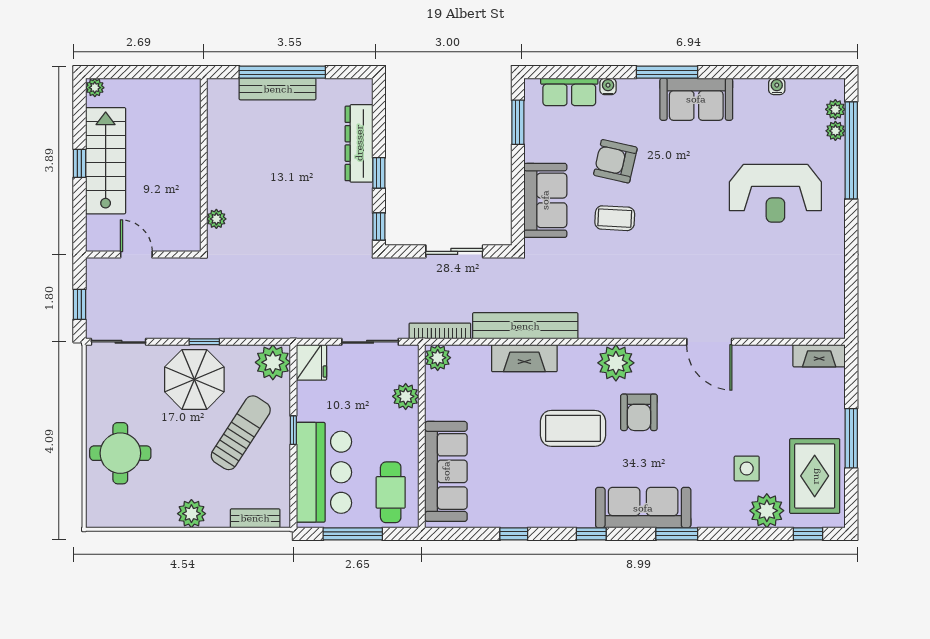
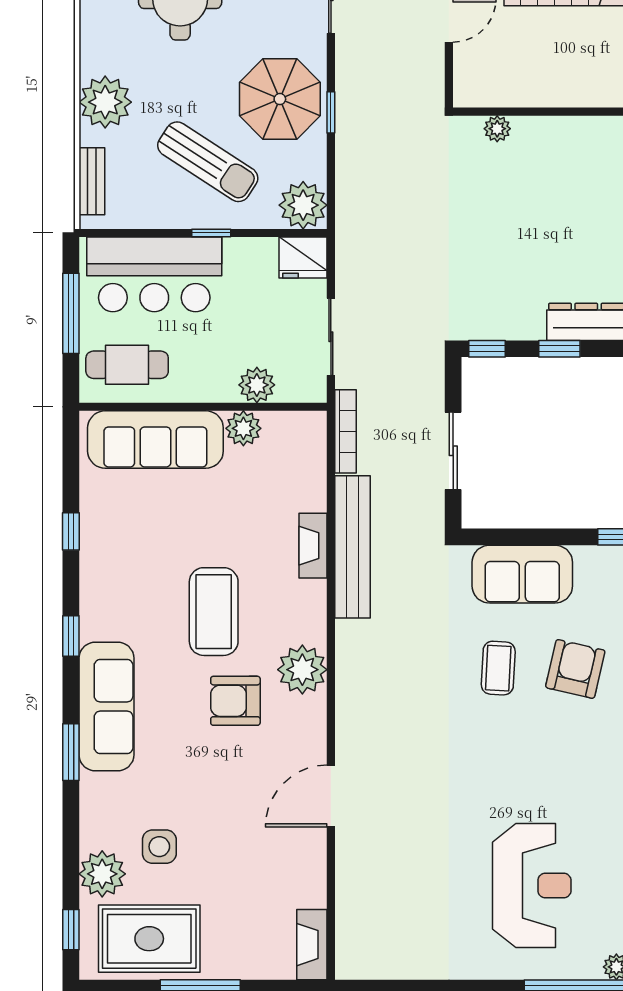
reception desk: (775, 193) -> (532, 886), turned 180
plant: (438, 358) -> (243, 428), moved
fireplace: (524, 358) -> (313, 546), width x0.73, depth x0.76
plant: (191, 514) -> (105, 102), width x1.36, depth x1.36

